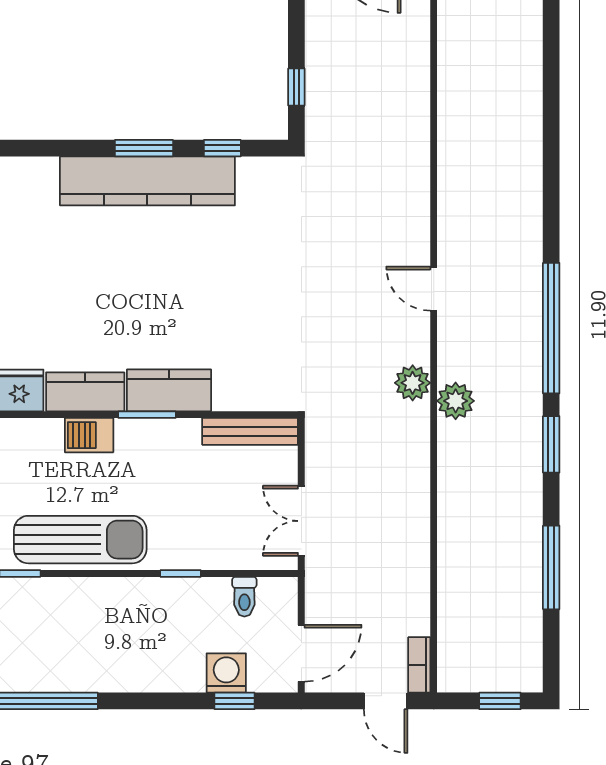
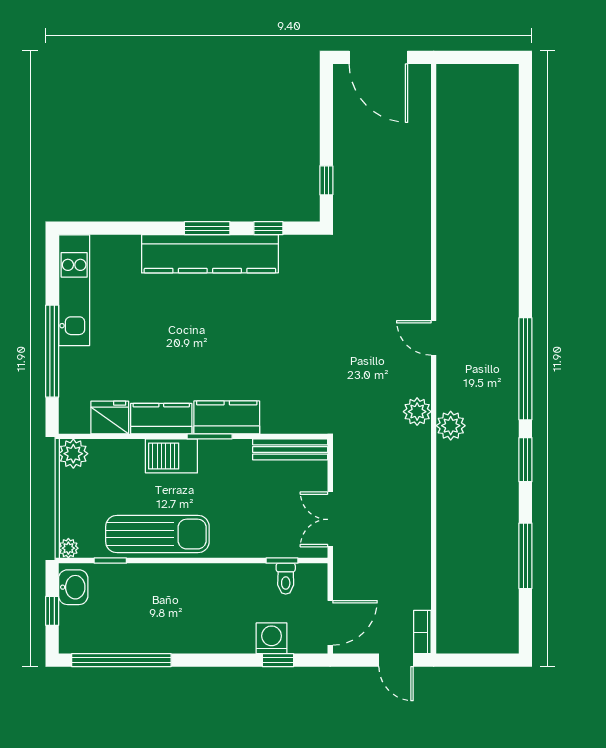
barbecue: (89, 435) -> (171, 456), width x1.38, depth x1.27
window: (181, 574) -> (282, 561), moved
window: (500, 701) -> (485, 660), removed

